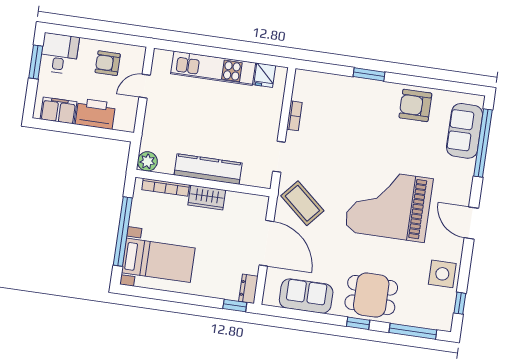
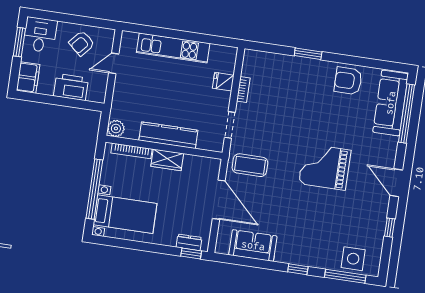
armchair: (108, 63) -> (82, 43), turned -49
fridge: (265, 75) -> (223, 82), moved, turned 90
filing cabinet: (59, 111) -> (28, 78), moved, turned 90
sofa: (465, 131) -> (391, 103), width x1.36
coffee table: (302, 203) -> (250, 165), turned -41
grand piano: (389, 205) -> (325, 167), width x0.73, depth x0.68
side table: (442, 274) -> (353, 259), moved
dresser: (248, 289) -> (189, 242), moved, turned 90
dining table: (371, 295) -> (309, 245), removed
window: (460, 303) -> (390, 228), moved

